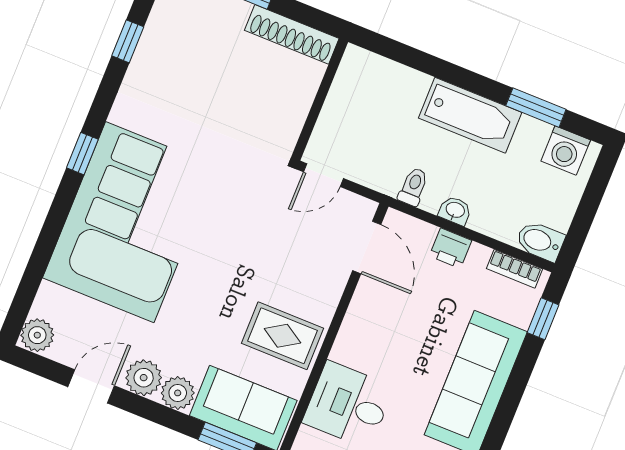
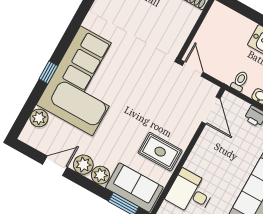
window: (82, 154) -> (48, 72), moved
door: (323, 175) -> (193, 69), swing flipped
plant: (37, 335) -> (39, 118), moved

